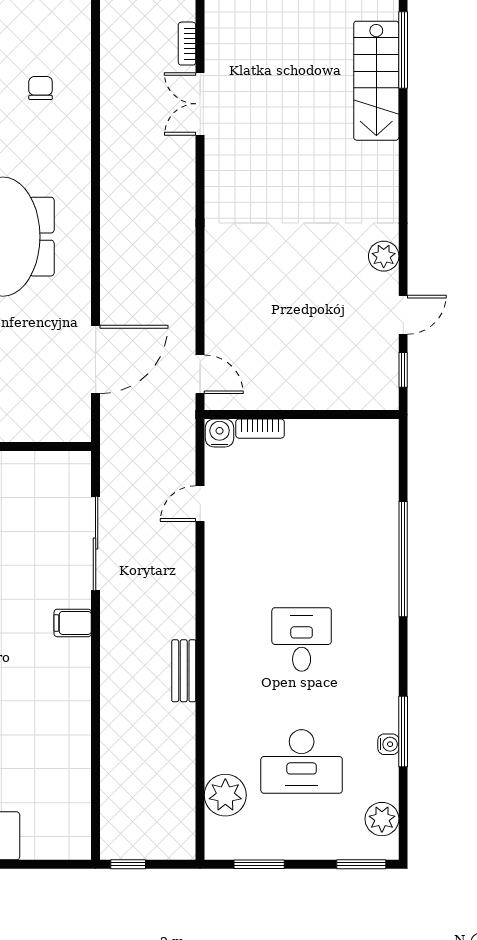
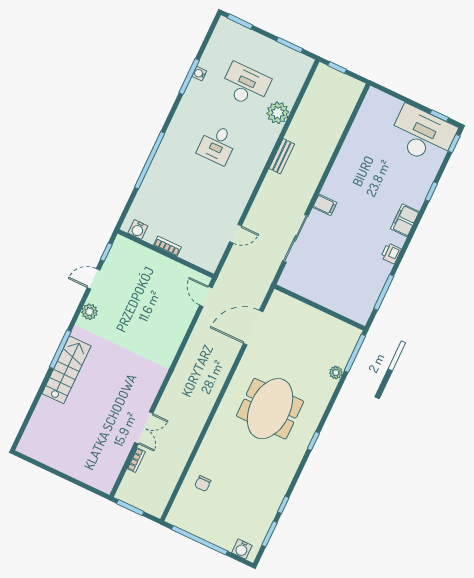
window: (403, 50) -> (60, 349), moved
stairs: (376, 81) -> (67, 370), moved
chair: (41, 88) -> (203, 483), moved
bookcase: (260, 429) -> (167, 246), moved
water cooler: (220, 433) -> (138, 230), moved
plant: (225, 795) -> (278, 113), moved
plant: (382, 819) -> (220, 39), removed
window: (128, 864) -> (337, 67), moved

